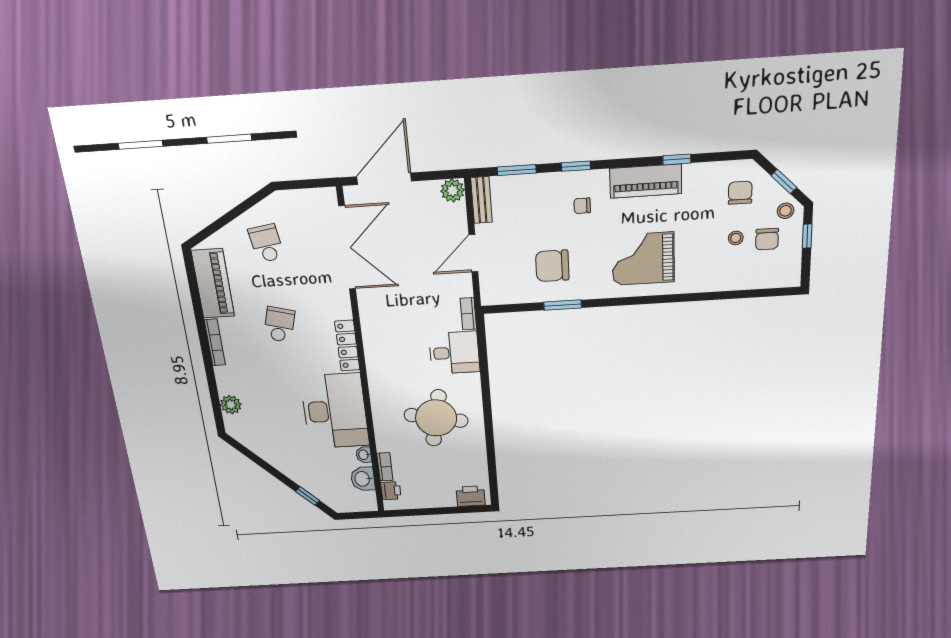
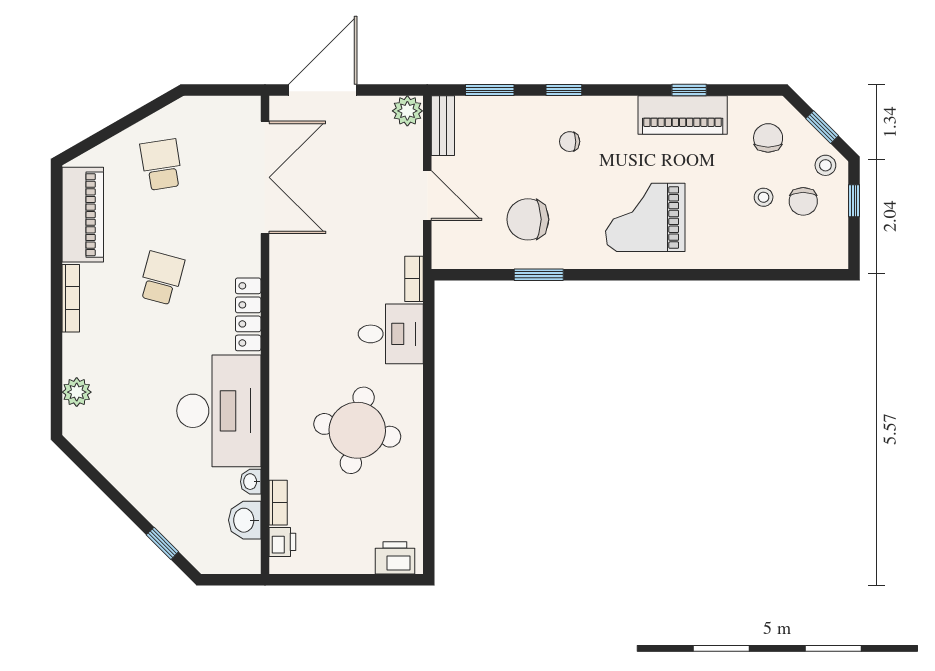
piano: (646, 181) -> (683, 115), moved
door: (473, 253) -> (427, 196), swing flipped

